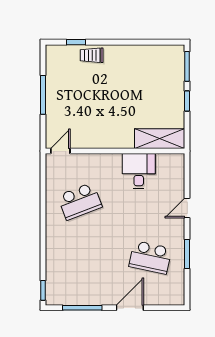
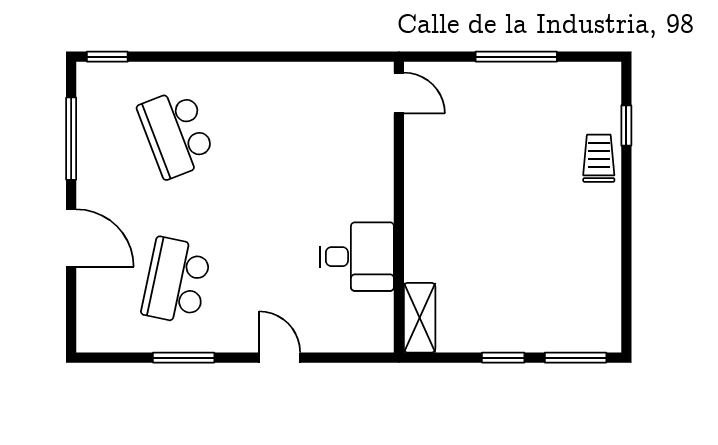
shelving: (160, 139) -> (420, 318), width x0.67, depth x0.75
school desk: (80, 201) -> (176, 133), moved

